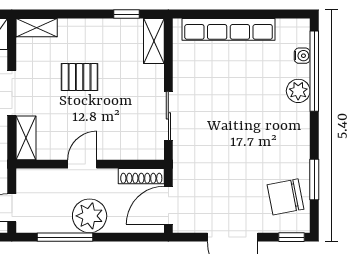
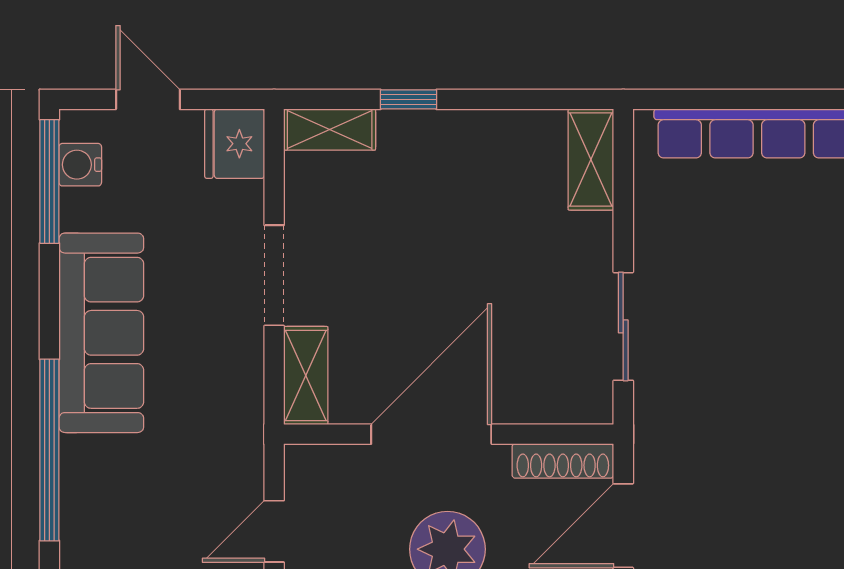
window: (126, 14) -> (409, 99), moved
pallet: (80, 77) -> (425, 240), removed
door: (82, 164) -> (431, 434), width x1.87

